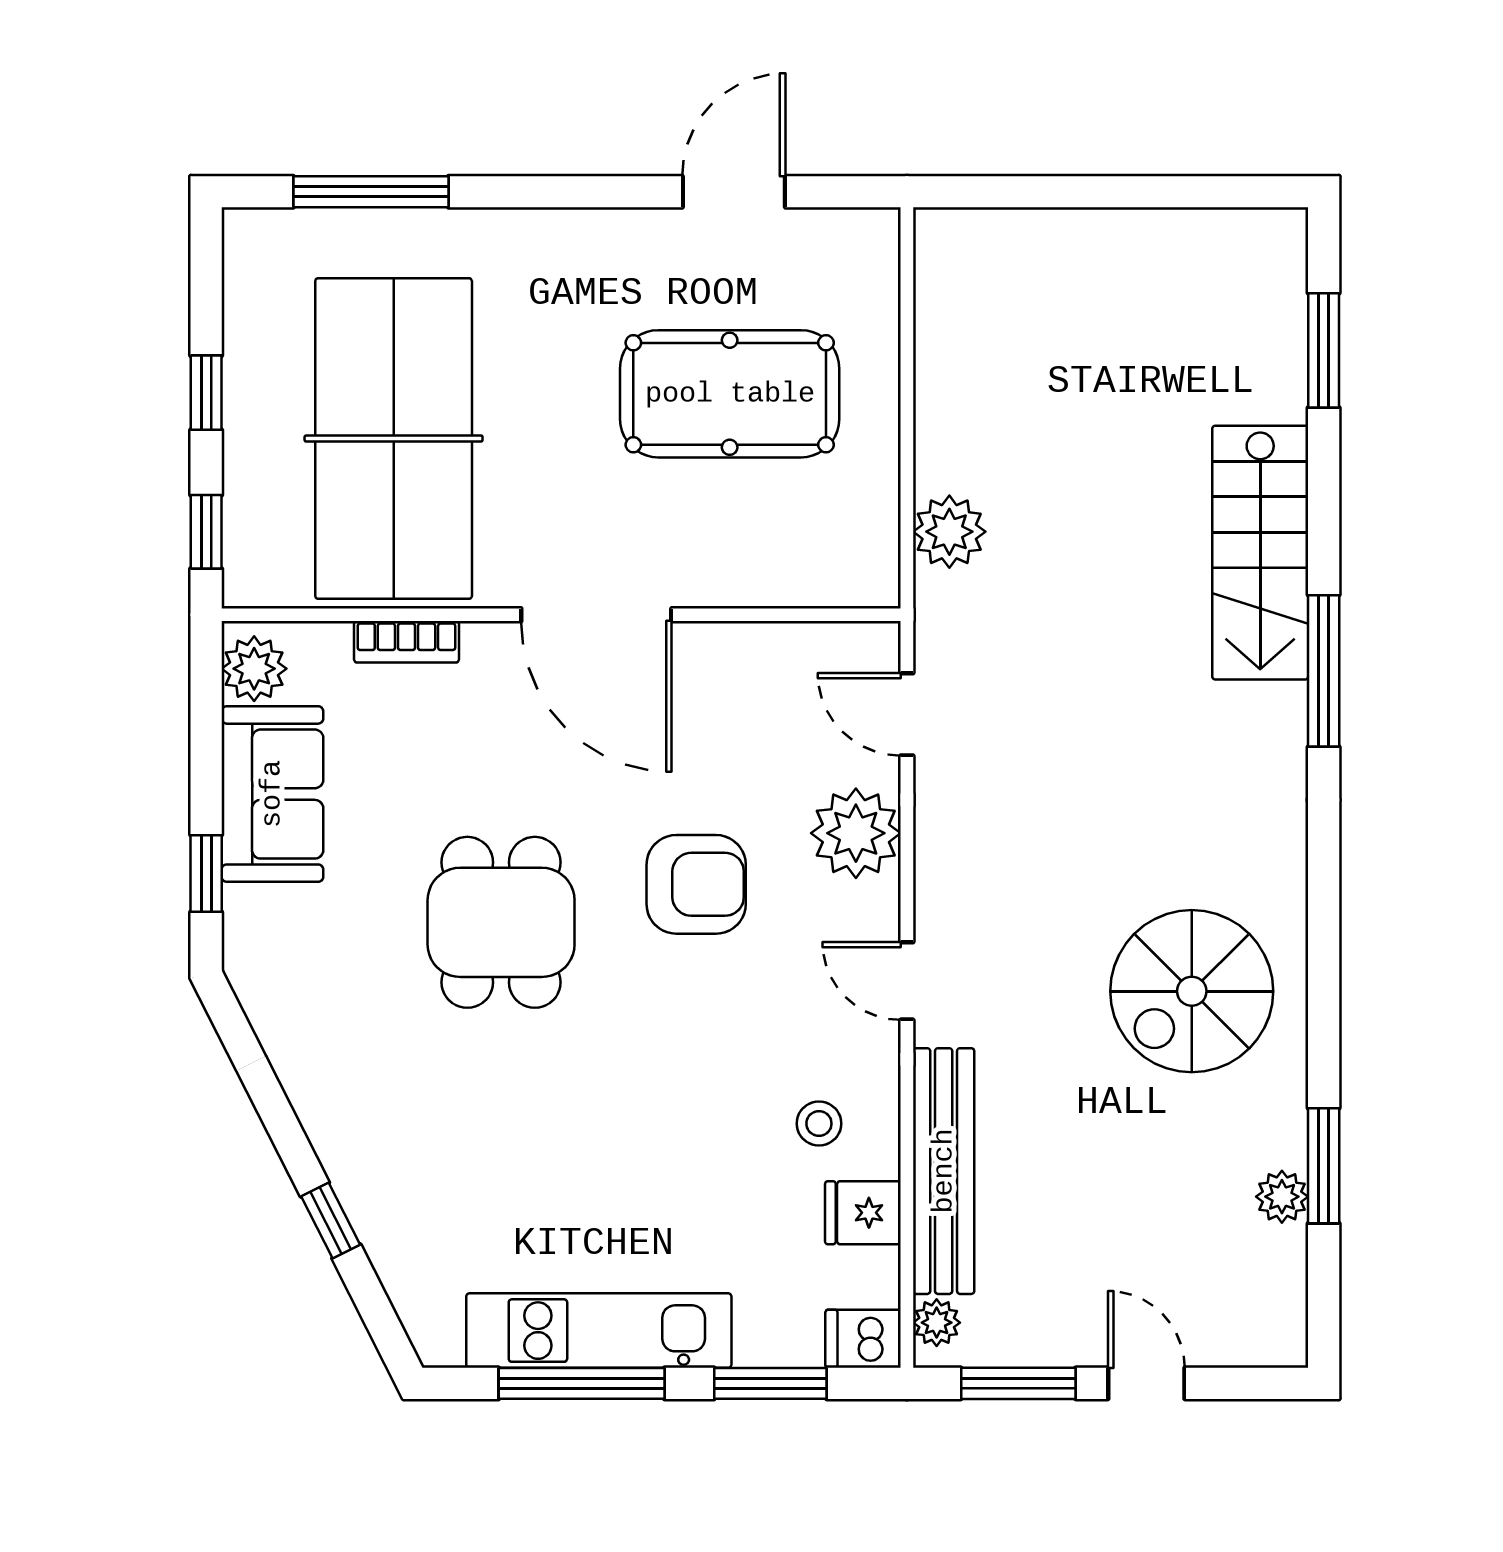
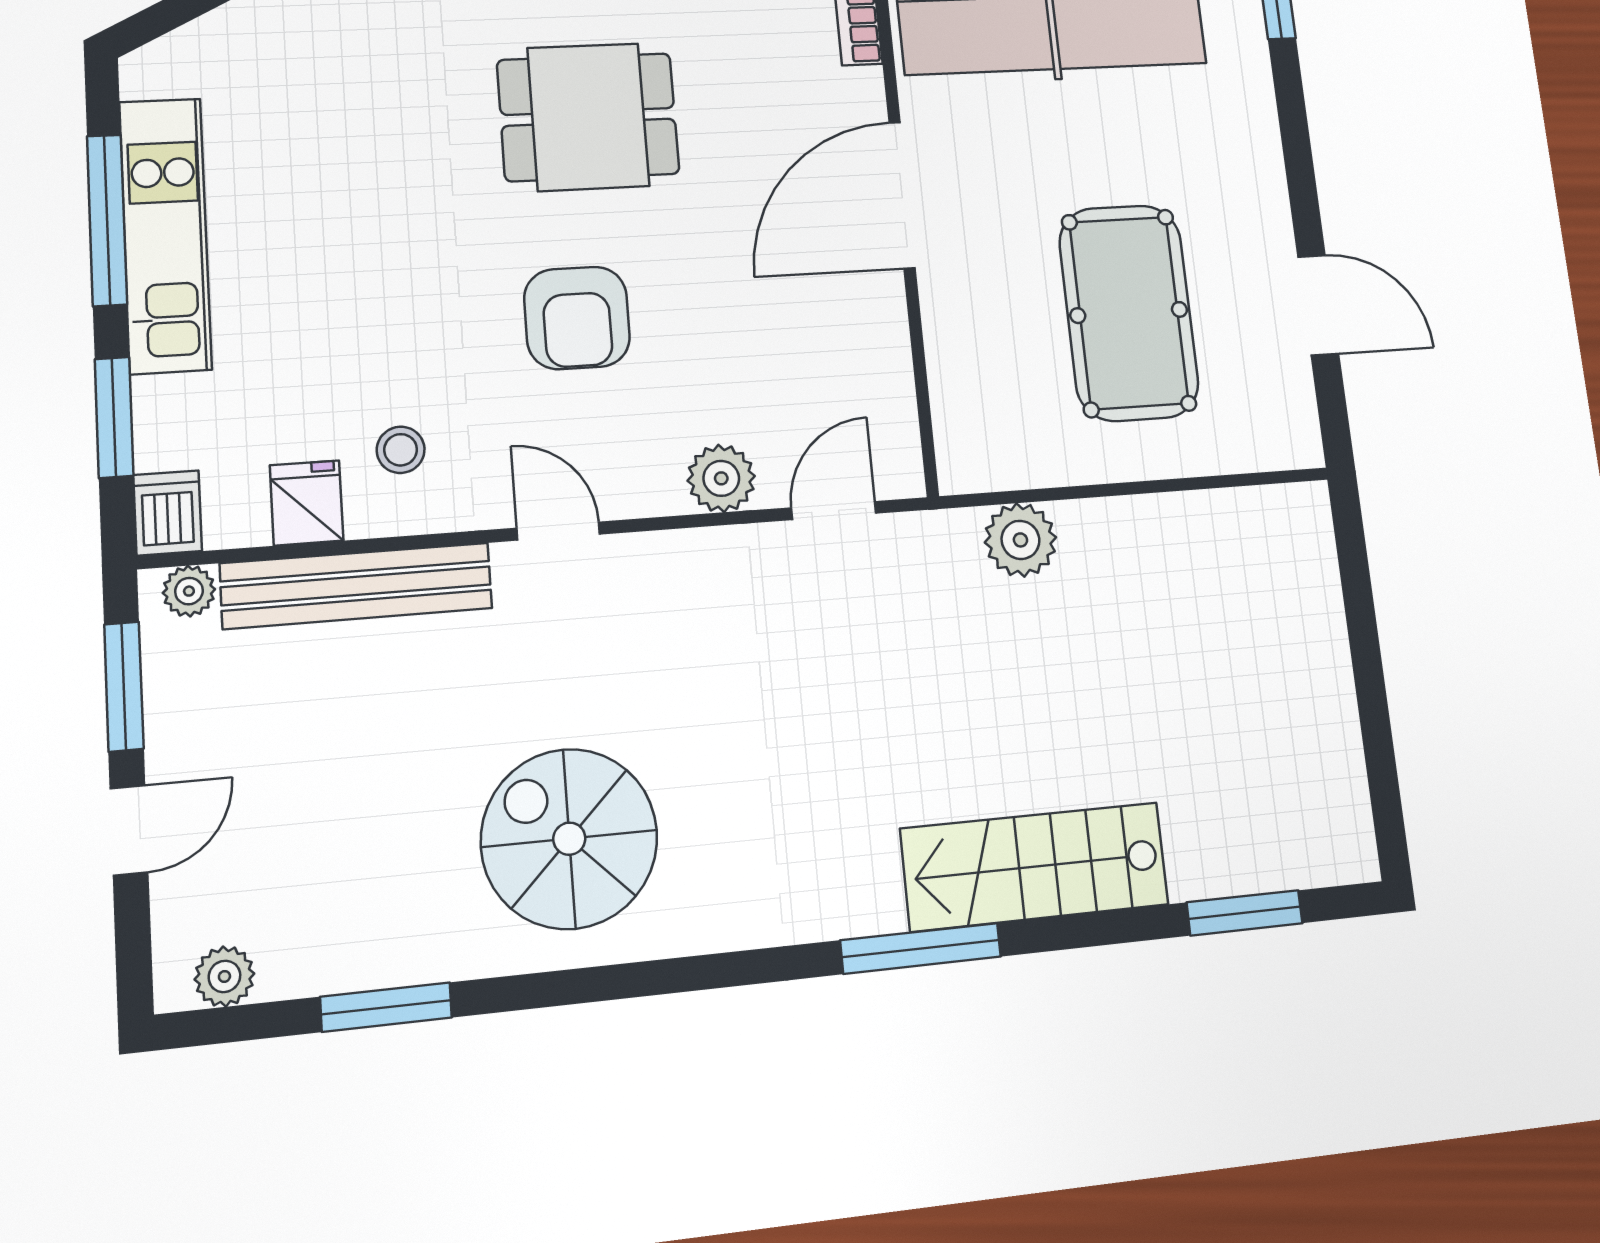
plant: (856, 833) -> (721, 478), width x0.73, depth x0.73
armchair: (696, 884) -> (577, 318), moved
door: (907, 981) -> (558, 531), hinge flipped
plant: (1282, 1197) -> (224, 976), moved

